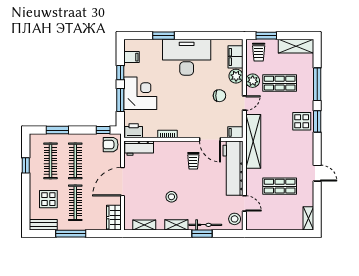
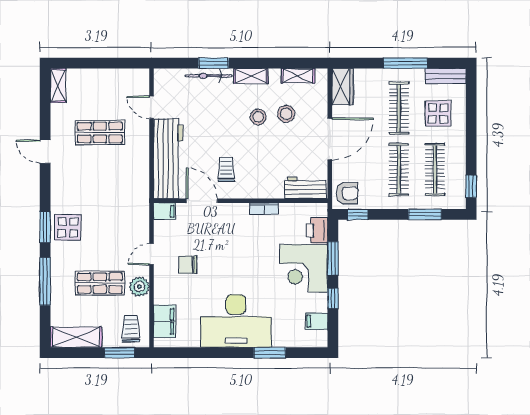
plant: (236, 76) -> (164, 293), removed
printer: (134, 131) -> (317, 230), moved, turned 90
shelving: (253, 141) -> (139, 198), removed
window: (26, 165) -> (471, 186), moved
stool: (235, 219) -> (286, 114), moved

